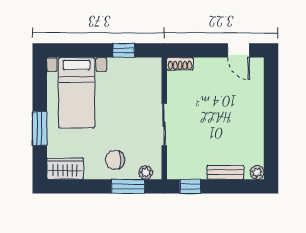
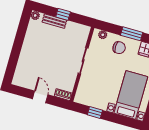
door: (238, 50) -> (40, 97), moved
window: (128, 186) -> (132, 34), moved
window: (190, 186) -> (63, 14), moved

